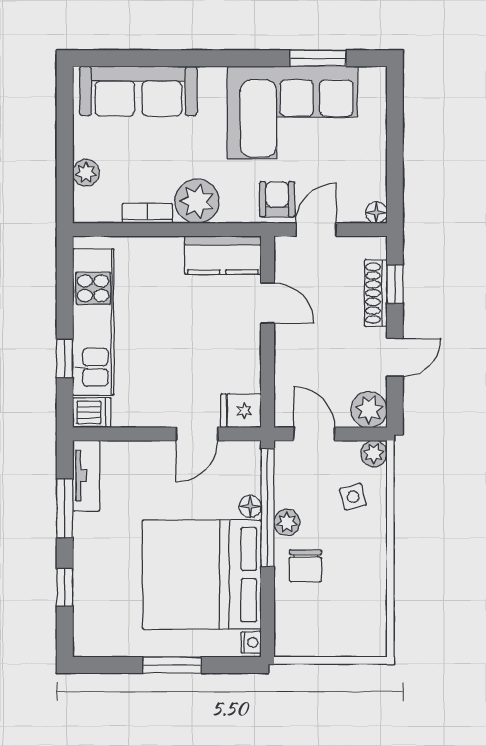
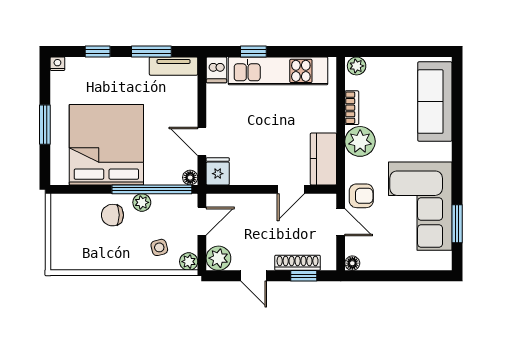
plant: (86, 173) -> (357, 66), moved
floor lamp: (250, 506) -> (190, 178), moved
nightstand: (251, 642) -> (57, 64), moved, turned 180

